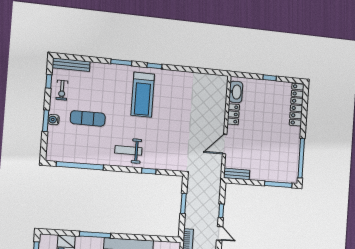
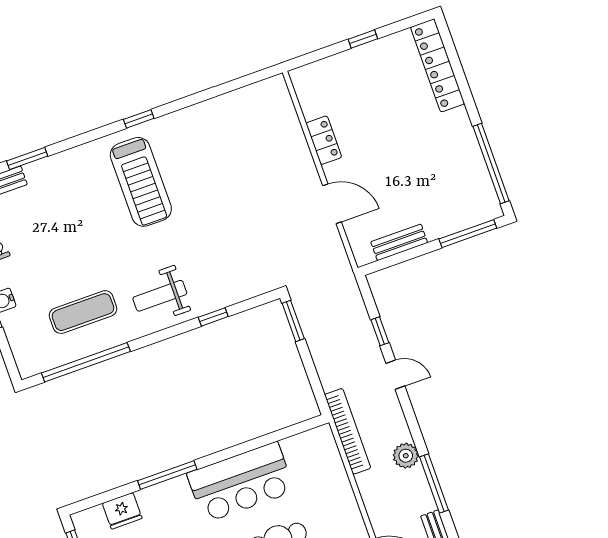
window: (121, 62) -> (27, 159), moved
washbasin: (236, 92) -> (310, 96), removed
exercise mat: (88, 118) -> (83, 312), moved
door: (225, 144) -> (332, 204), swing flipped
bench: (237, 174) -> (399, 242), moved
window: (183, 203) -> (293, 321), moved

